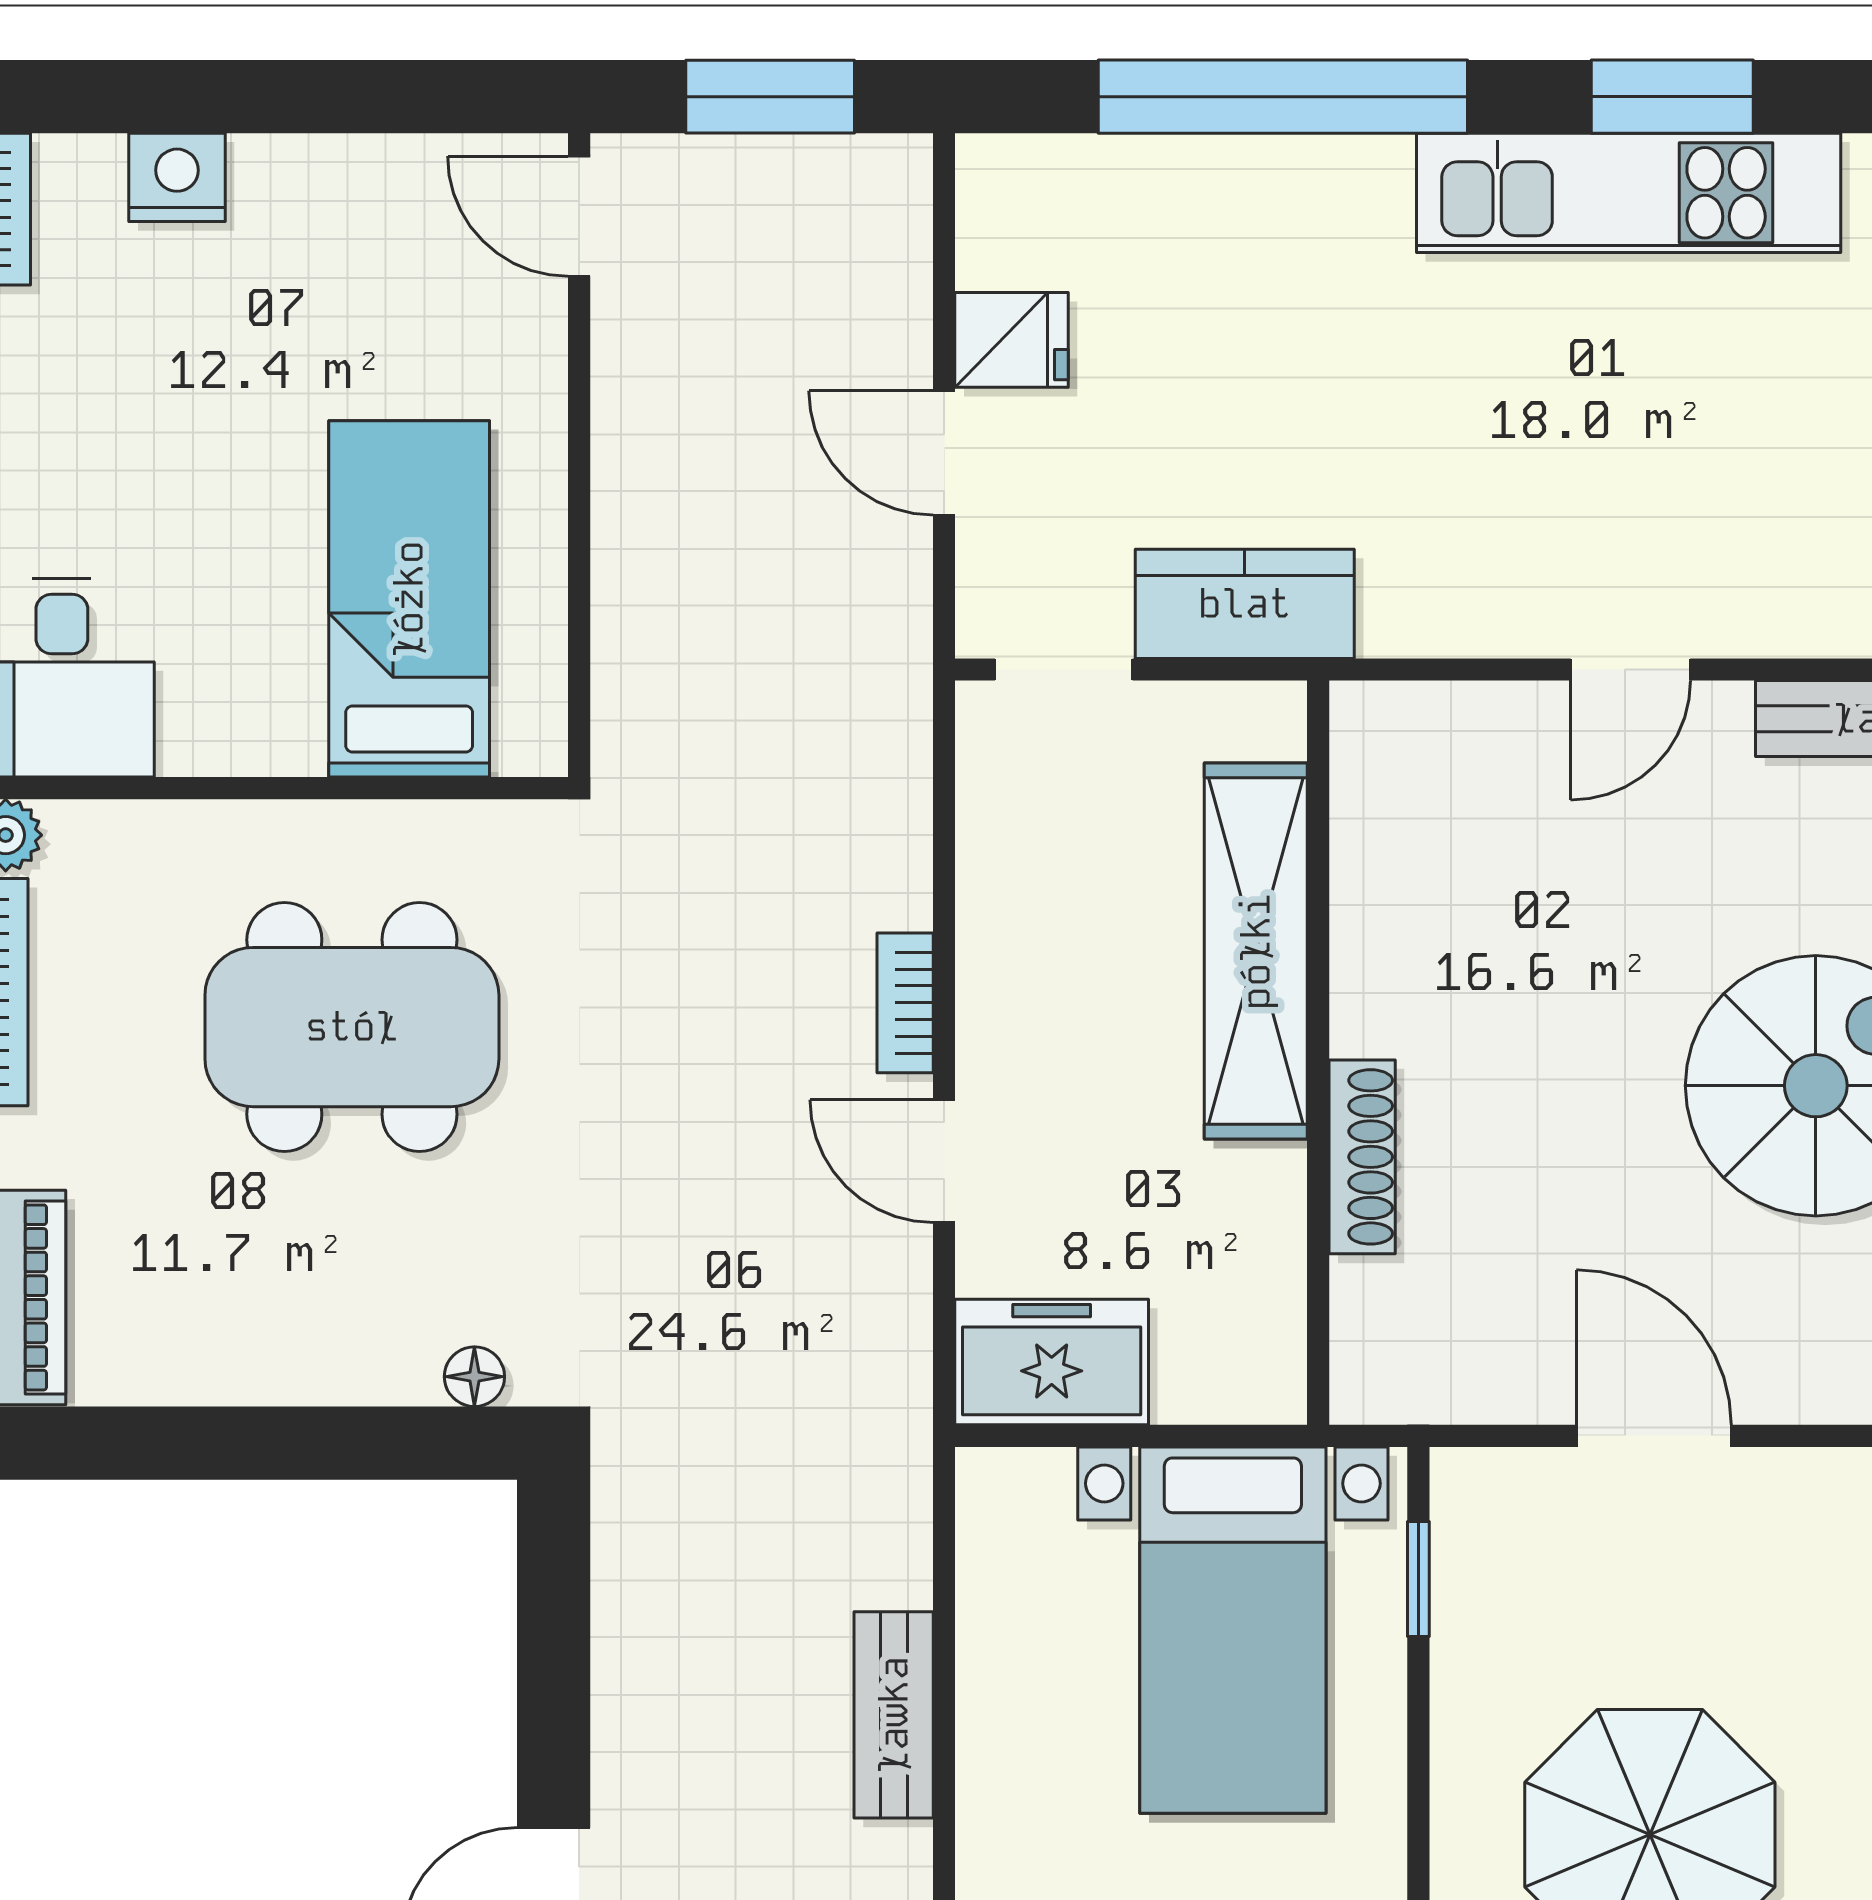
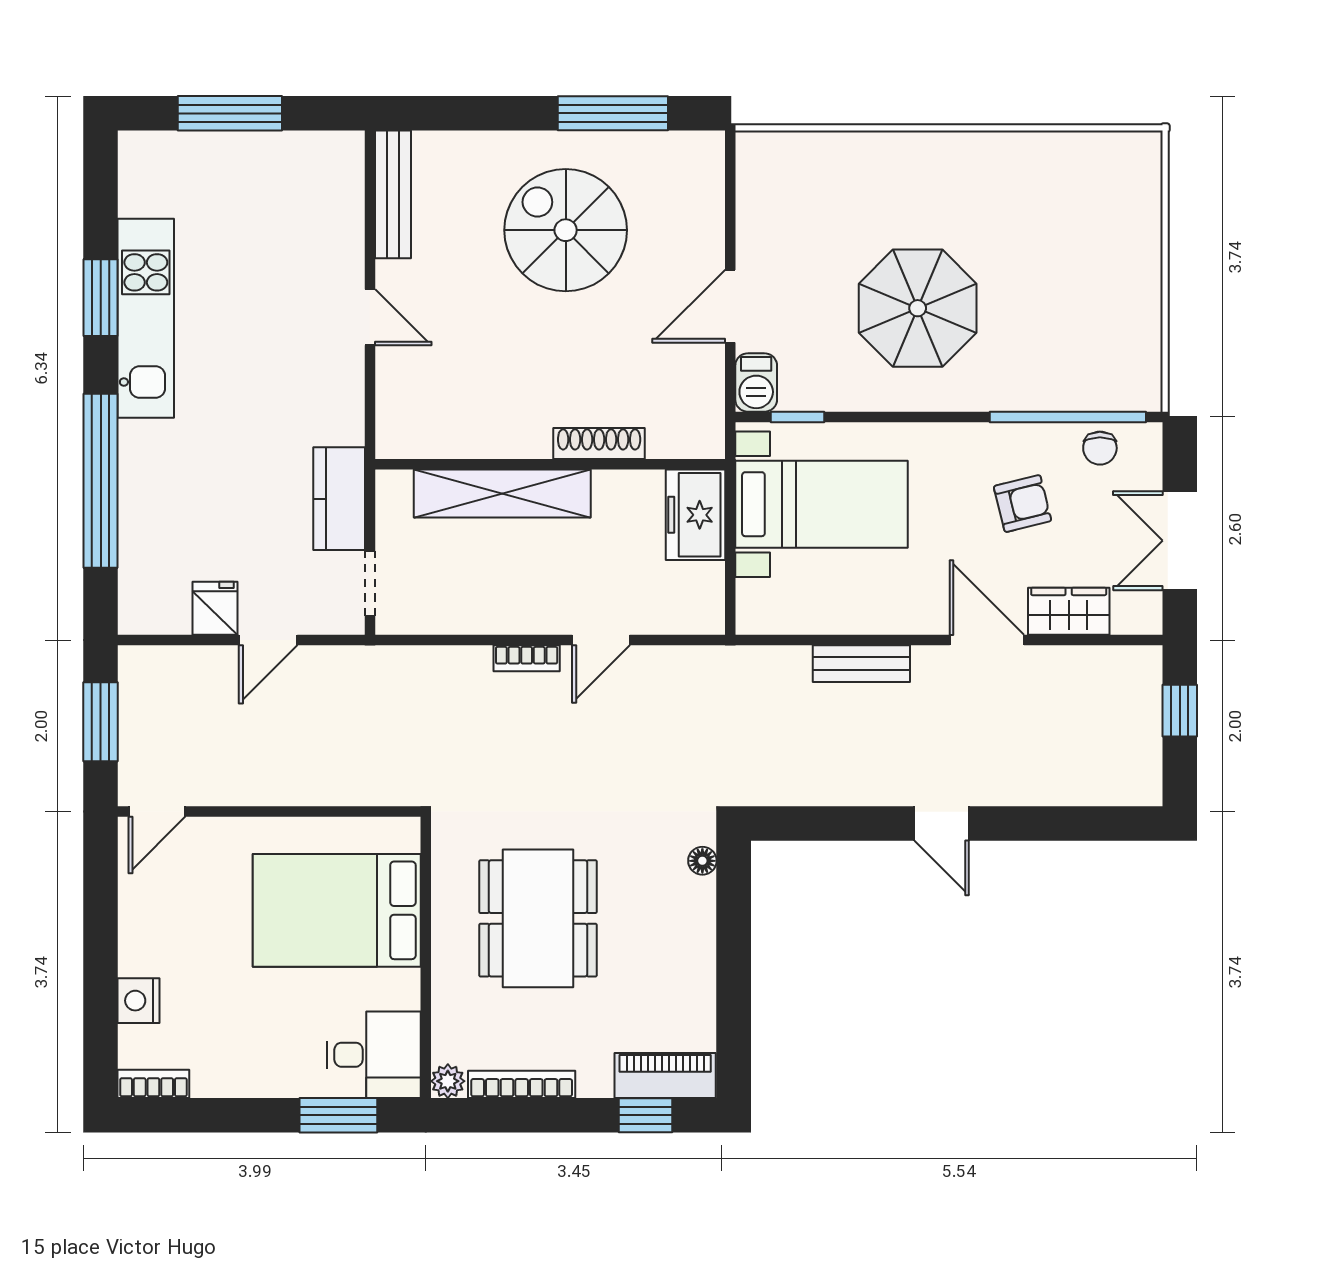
bed: (409, 599) -> (337, 910), width x1.50
freezer: (1052, 1362) -> (696, 515), moved
barbecue: (1492, 1491) -> (756, 383), added

